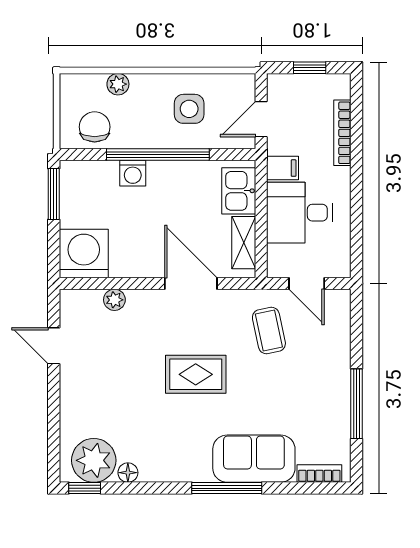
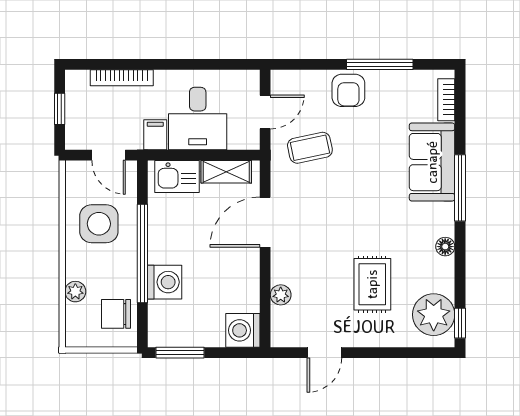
side table: (189, 109) -> (99, 224), width x1.37, depth x1.37
washing machine: (133, 173) -> (165, 282), width x1.38, depth x1.38
washing machine: (84, 254) -> (243, 330), width x0.73, depth x0.73
armchair: (329, 371) -> (348, 90), added
rug: (196, 374) -> (372, 284), moved
floor lamp: (128, 473) -> (445, 247), moved

